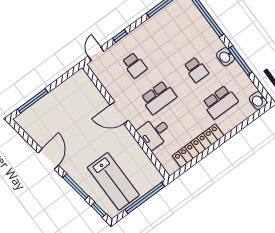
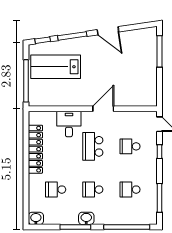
school desk: (172, 37) -> (130, 190), added
school desk: (220, 102) -> (56, 190), width x0.54

